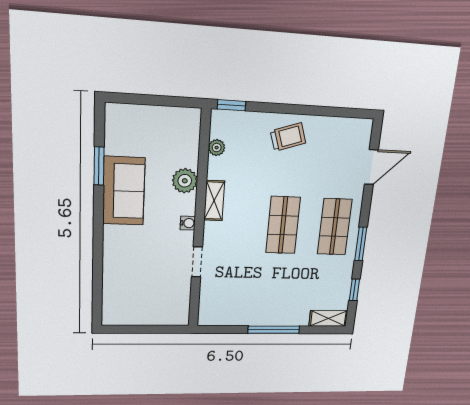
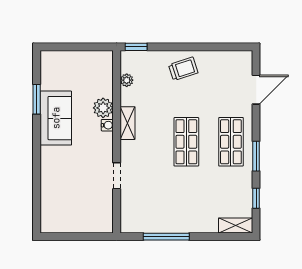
water cooler: (188, 223) -> (107, 125), moved
window: (274, 330) -> (166, 237), moved

